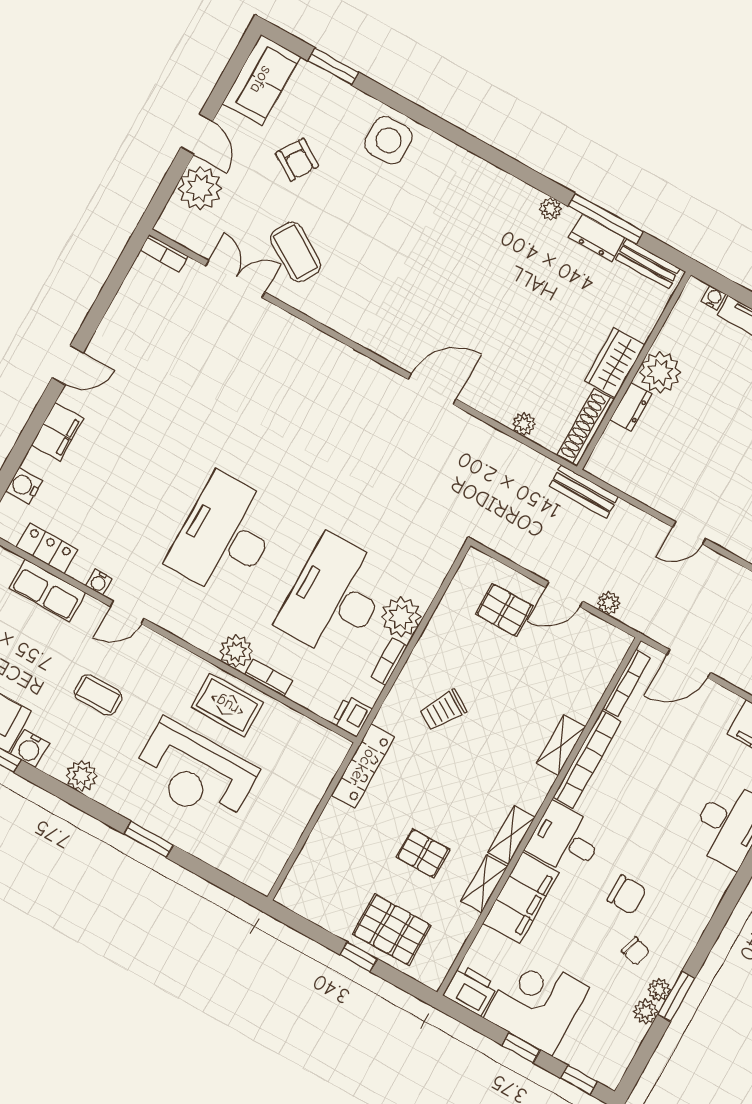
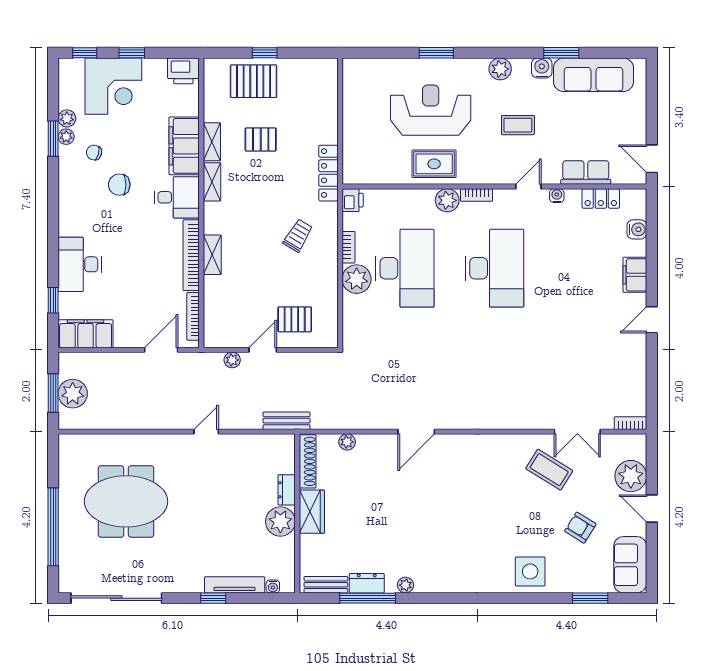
bookcase: (268, 678) -> (477, 195), moved
corner desk: (537, 1003) -> (113, 86), moved

